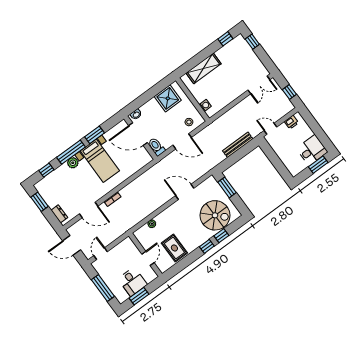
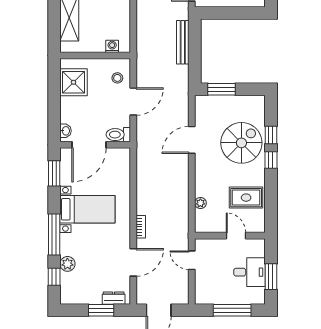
window: (95, 135) -> (54, 173), moved
plant: (73, 163) -> (67, 264), moved
window: (40, 202) -> (101, 310), moved
spiral stairs: (215, 215) -> (241, 143), moved
door: (101, 254) -> (192, 260), moved

